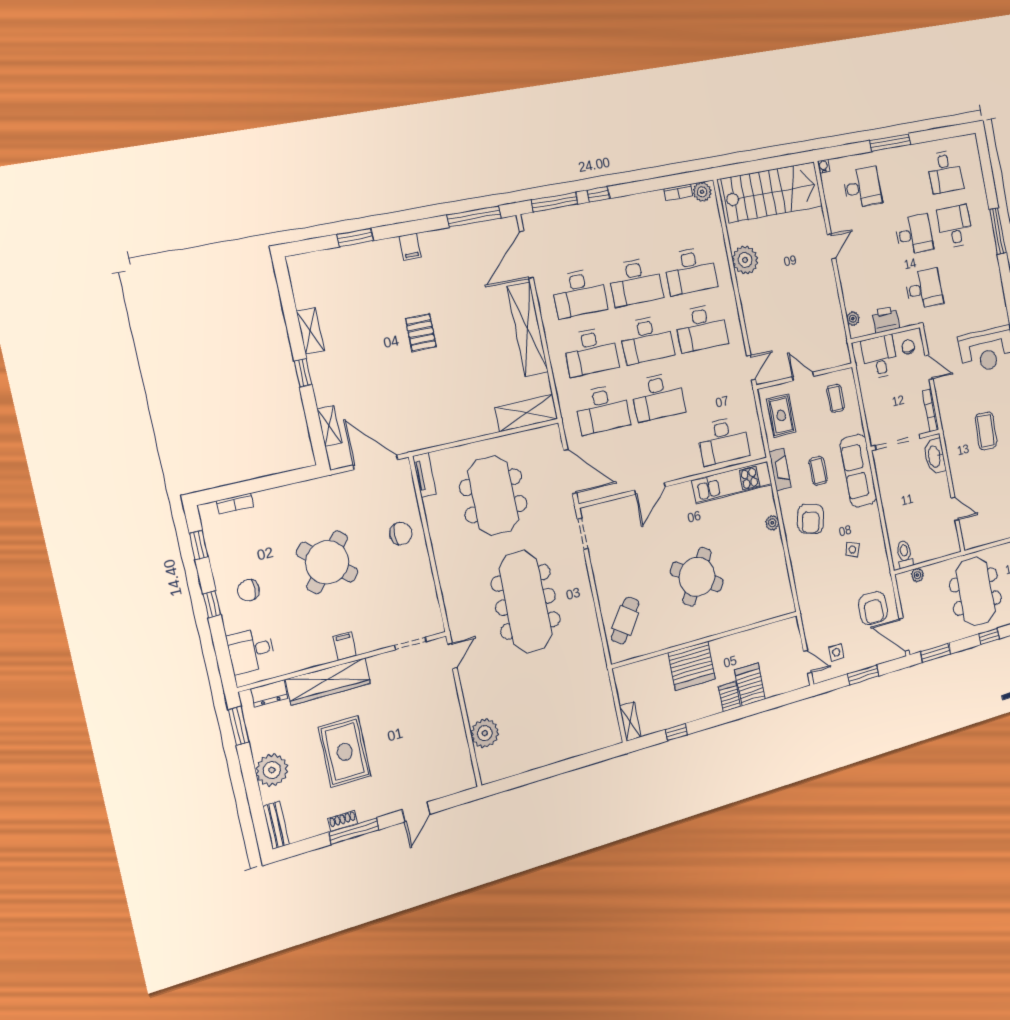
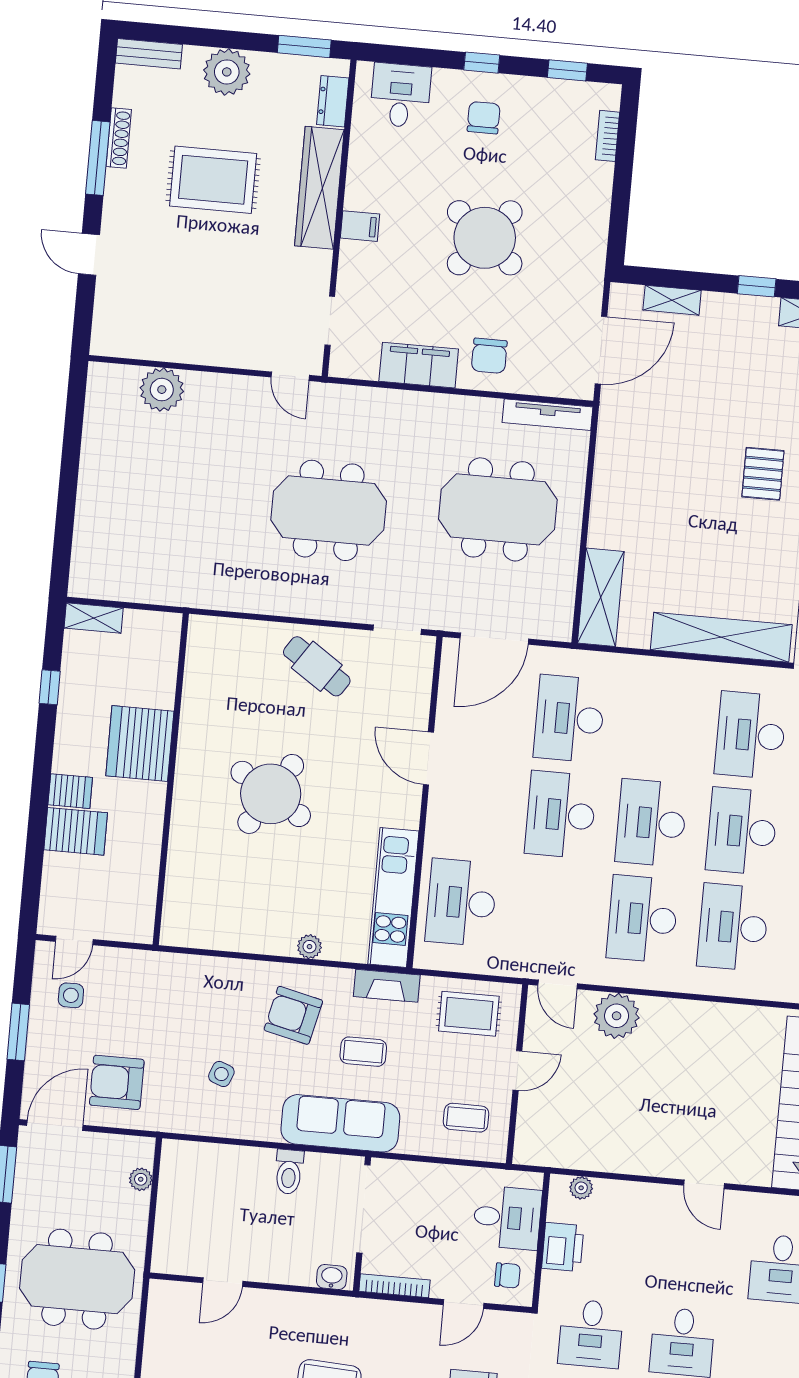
plant: (745, 260) -> (617, 1016), moved
pallet: (421, 333) -> (763, 474), turned 90
desk: (591, 351) -> (660, 727), removed
washbasin: (935, 456) -> (332, 1277), width x0.52, depth x0.69
tv unit: (424, 475) -> (548, 415), width x1.41
toilet: (905, 554) -> (289, 1172), moved, turned 90
filing cabinet: (421, 577) -> (419, 365), added
meeting table: (526, 602) -> (329, 510), width x0.73
cafe table: (625, 620) -> (317, 666), moved
shoe rack: (343, 821) -> (119, 138), width x1.43

